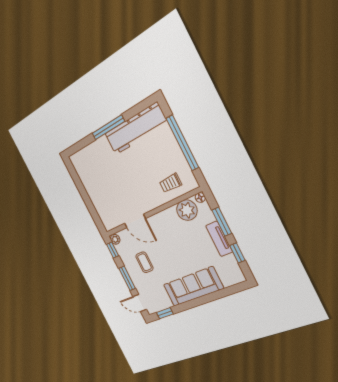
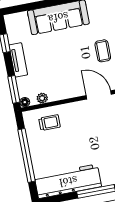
plant: (187, 210) -> (42, 98), width x0.53, depth x0.53
window: (222, 222) -> (14, 89), moved

